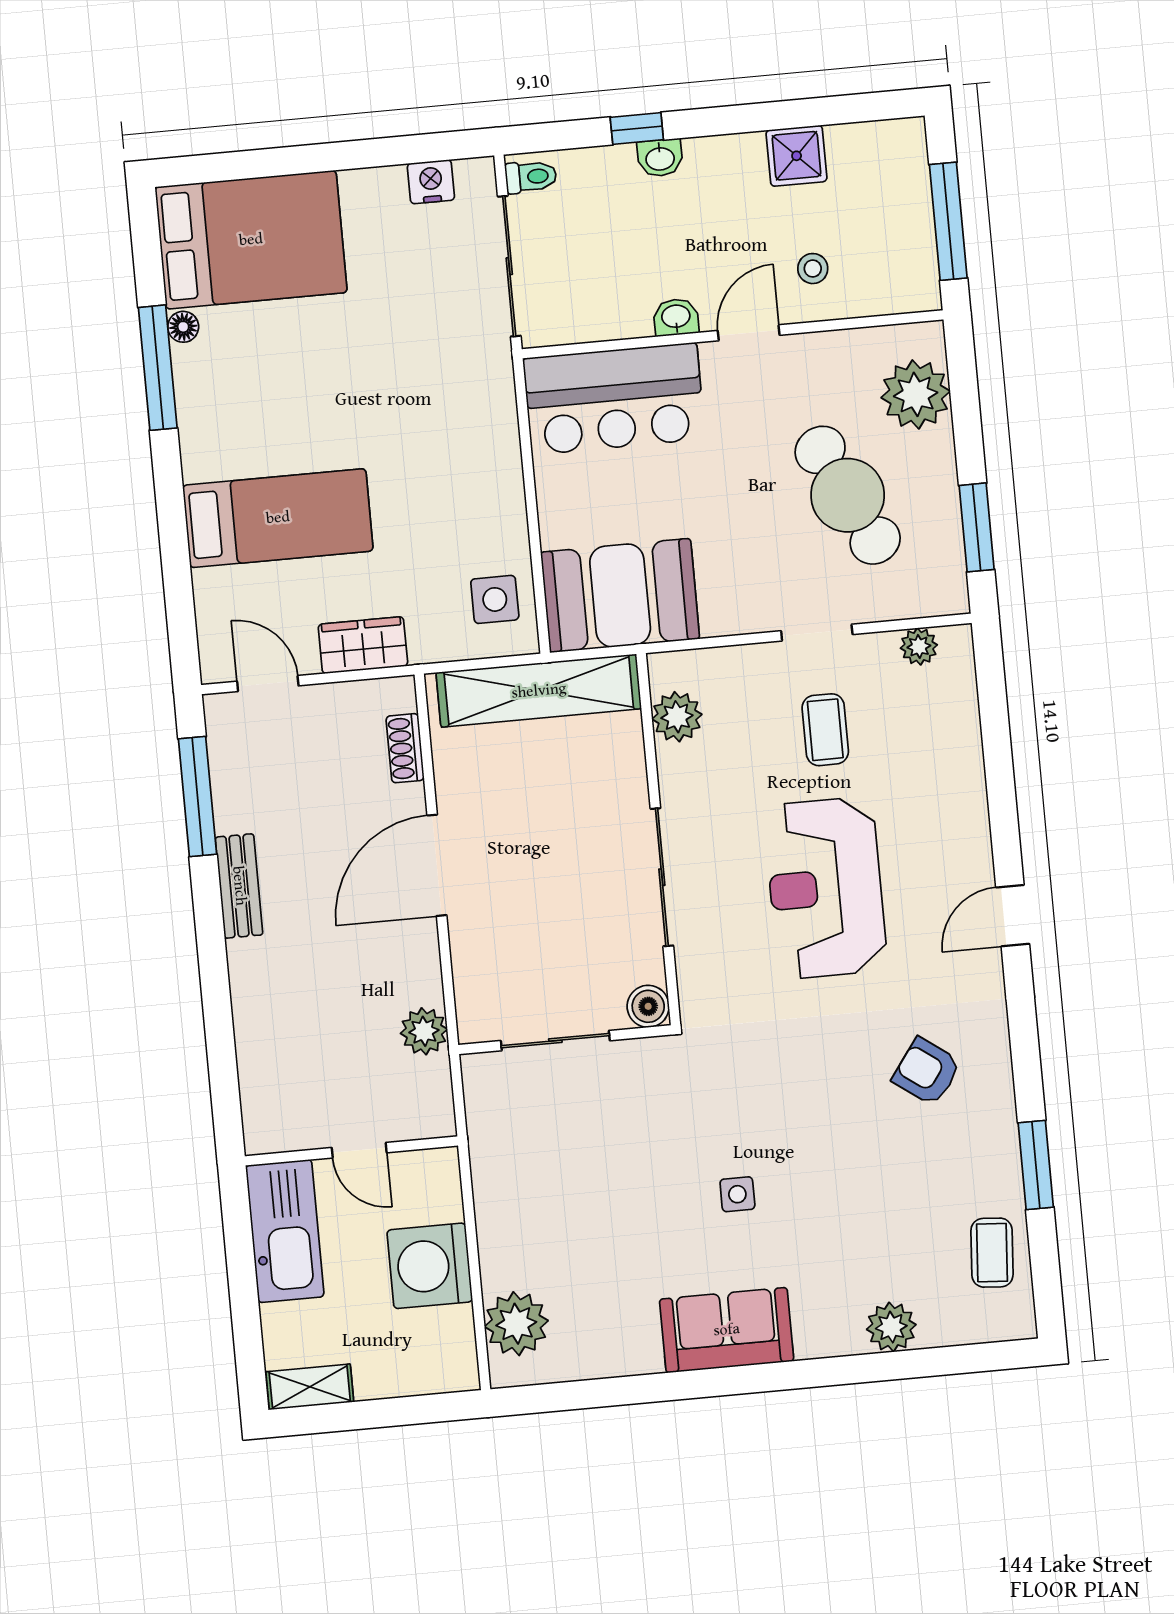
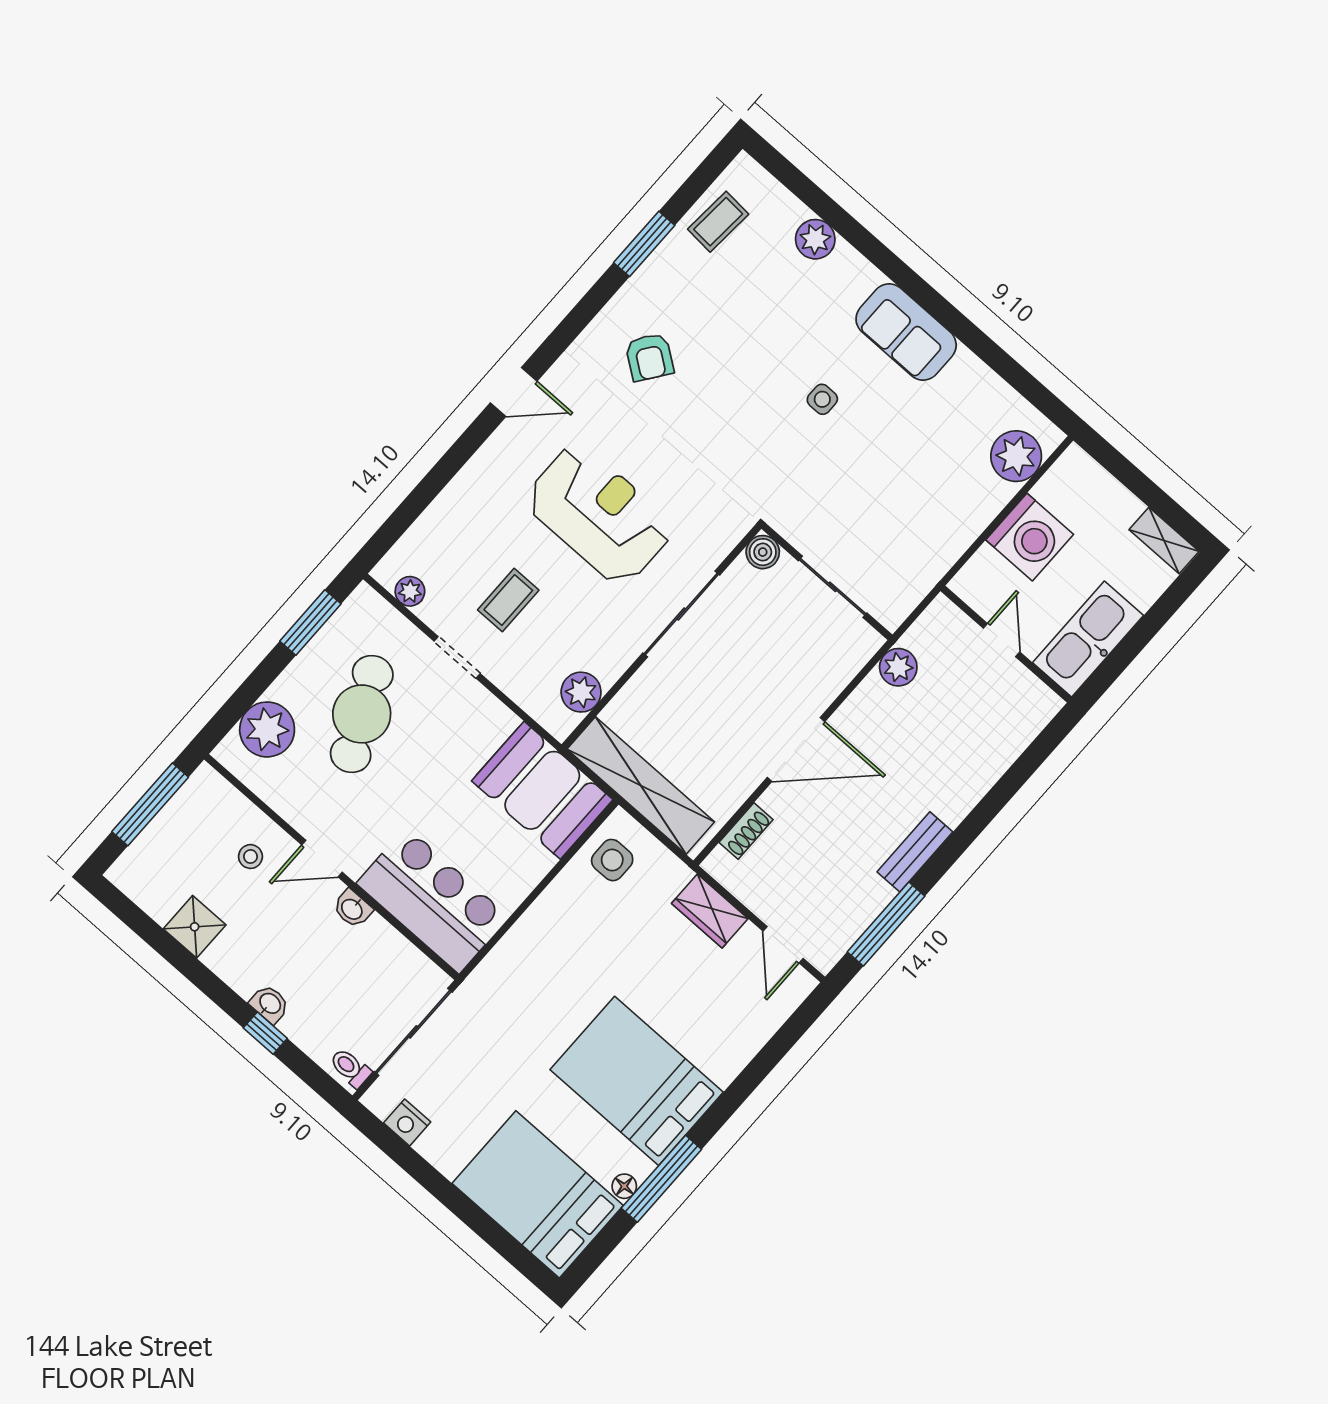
bed: (278, 518) -> (637, 1081), moved, width x1.50
reception desk: (825, 888) -> (599, 514), turned -90

